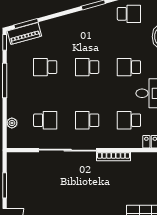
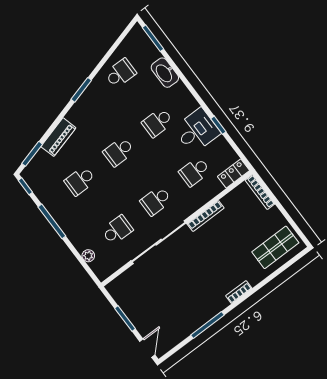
piano: (24, 33) -> (58, 137), moved

